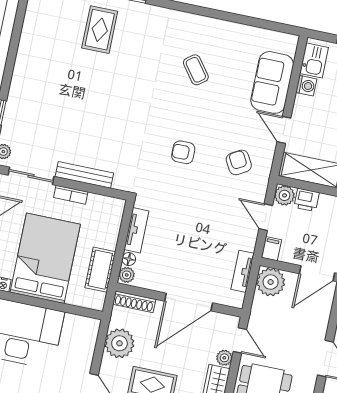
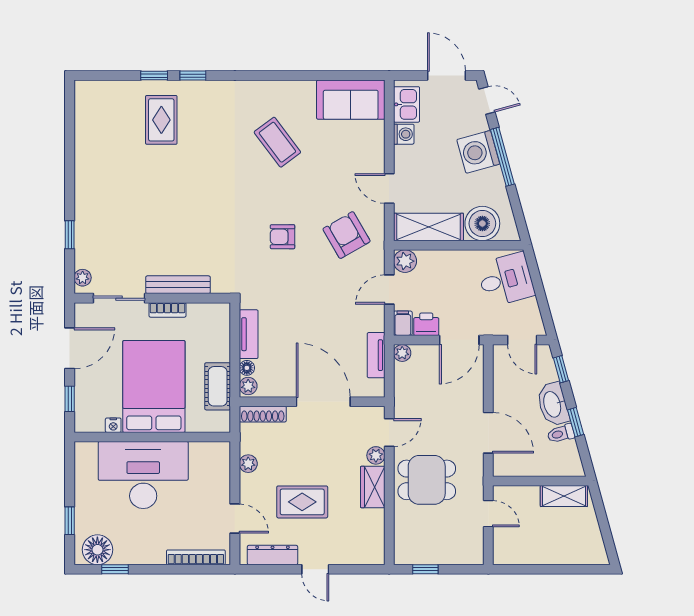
coffee table: (196, 70) -> (277, 142), width x1.36, depth x1.30
sofa: (272, 82) -> (351, 100), moved, turned -90
armchair: (239, 162) -> (347, 235), width x1.38, depth x1.38
printer: (307, 200) -> (426, 324), moved, turned 180
door: (266, 217) -> (389, 290), hinge flipped
plant: (271, 282) -> (402, 353), width x0.53, depth x0.53
door: (189, 302) -> (323, 402), swing flipped
door: (240, 340) -> (389, 433), hinge flipped
plant: (119, 343) -> (248, 464), width x0.53, depth x0.53

